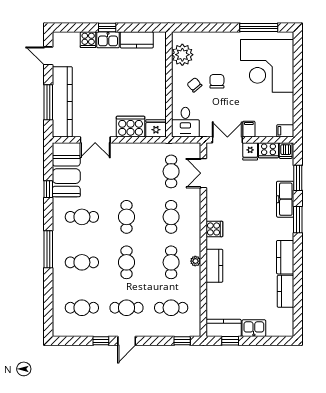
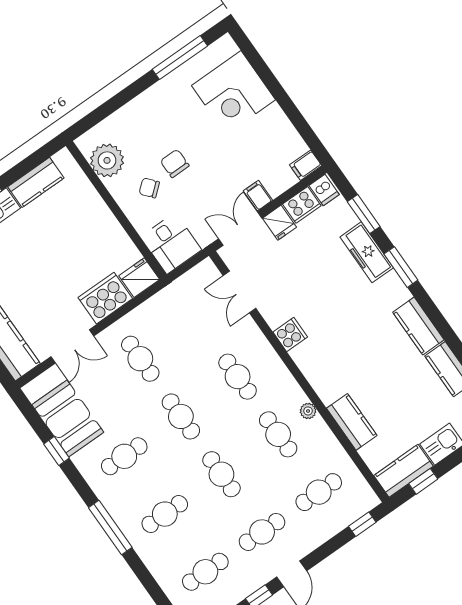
corner desk: (267, 66) -> (233, 93), width x0.74, depth x0.74
cafe table: (171, 171) -> (140, 359), moved
cooker: (214, 229) -> (290, 334), moved
kitchen counter: (214, 266) -> (352, 422), moved

